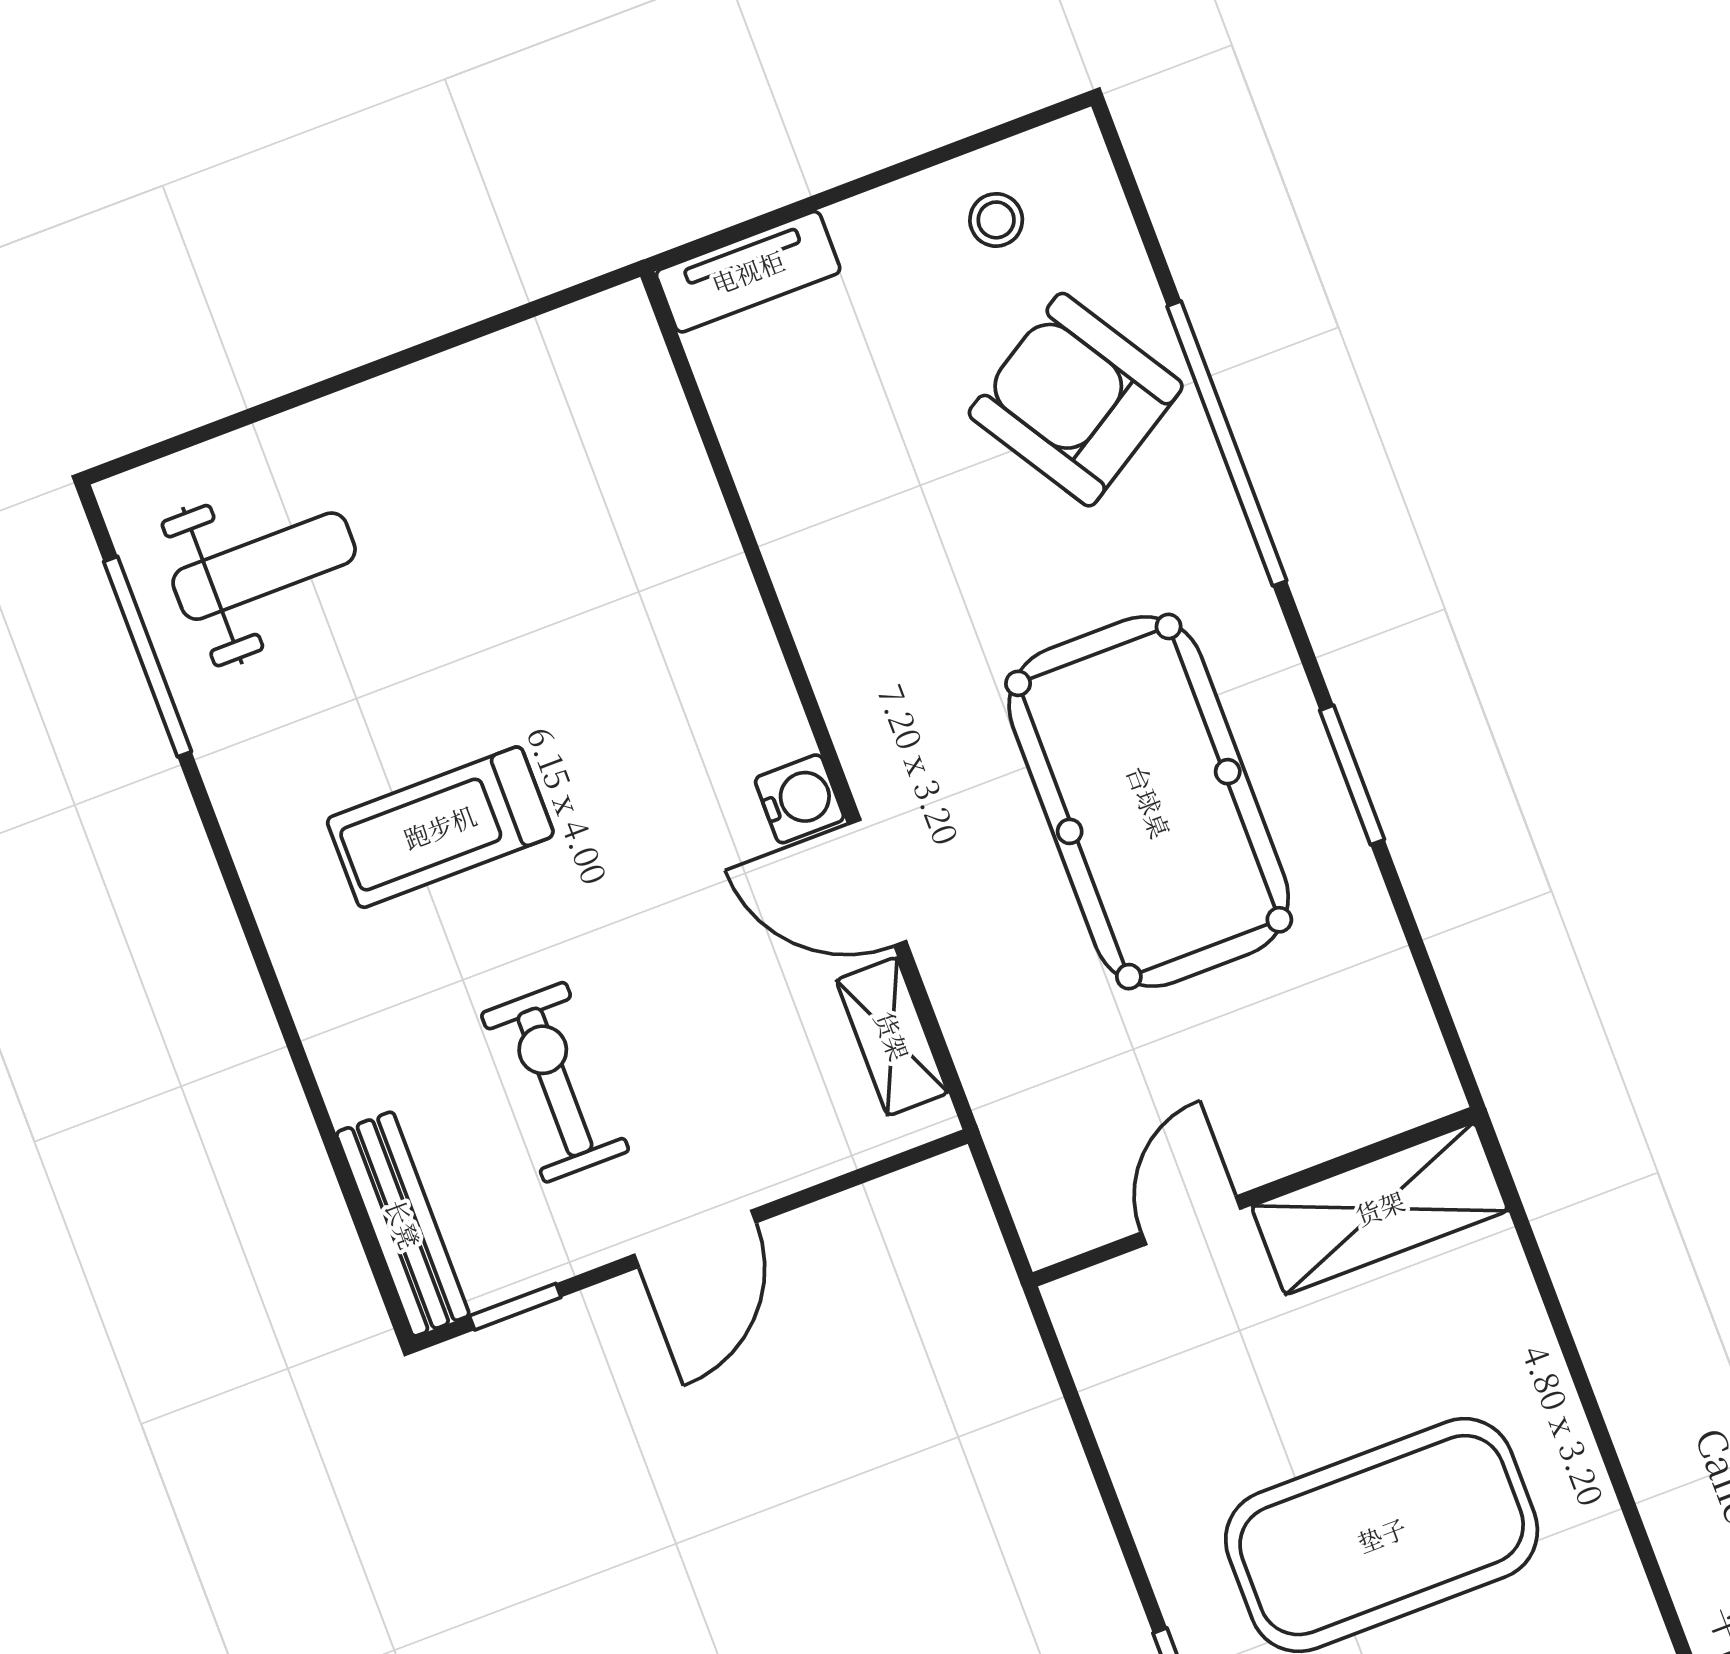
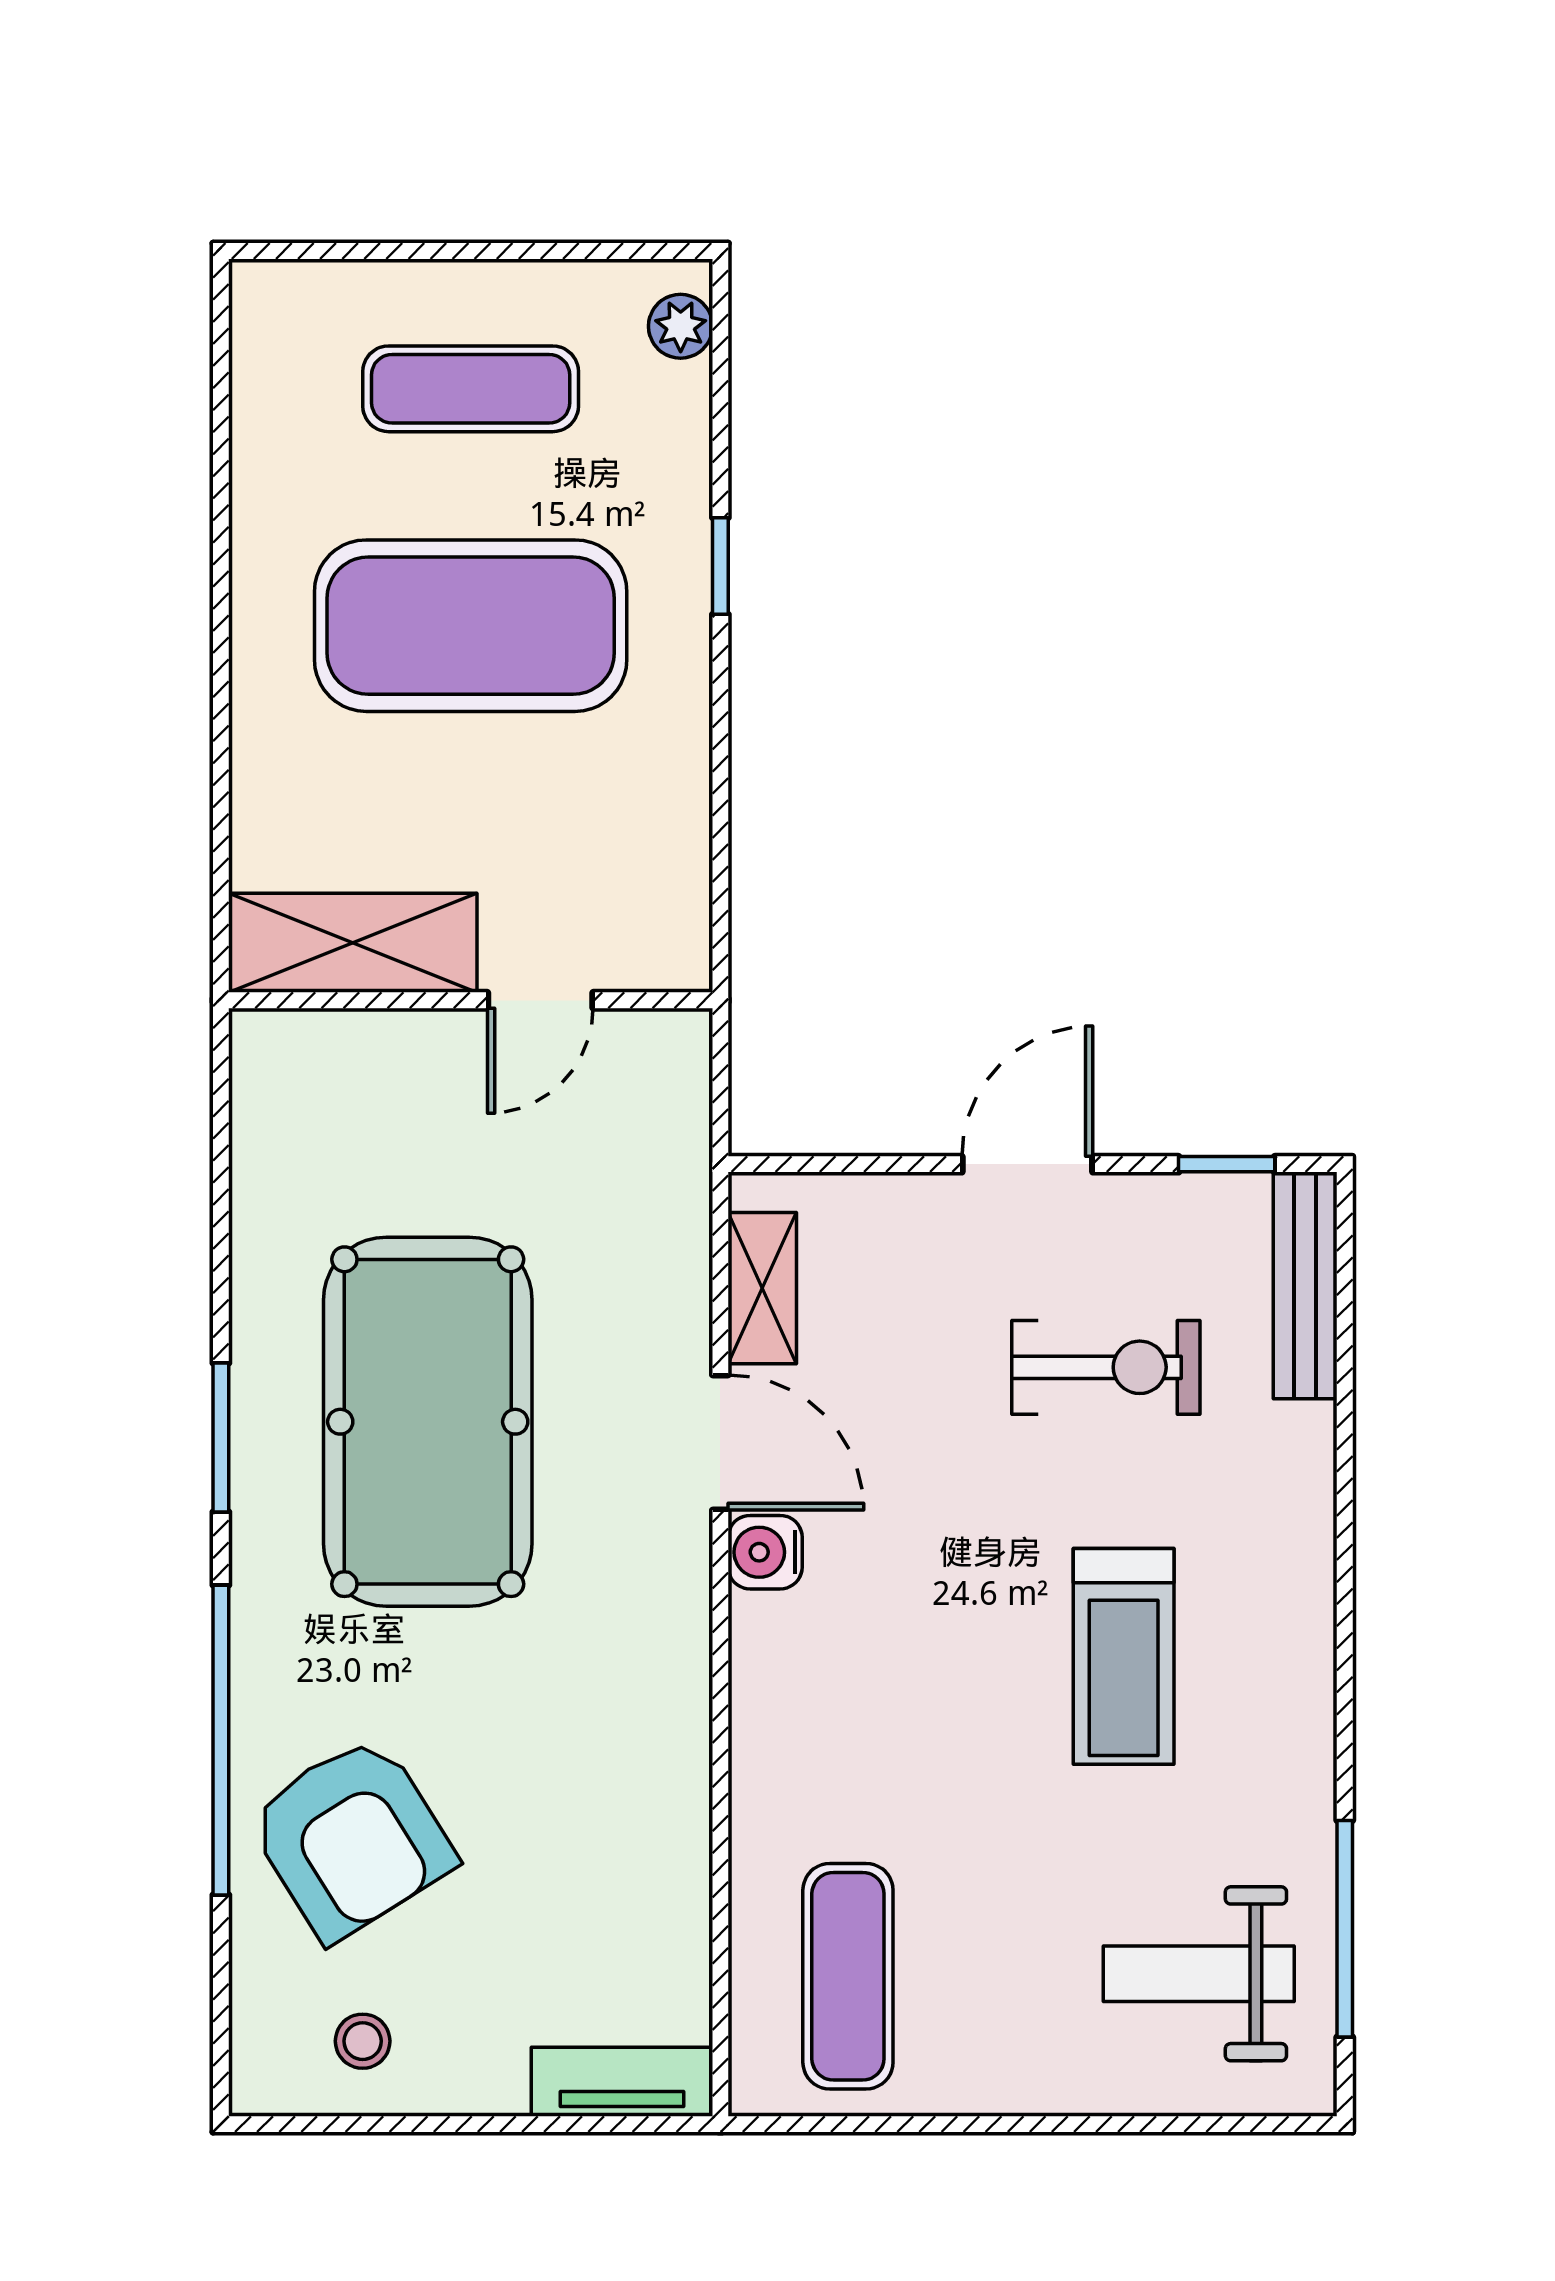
exercise mat: (580, 444) -> (848, 1976), added
window: (1352, 775) -> (221, 1438), moved
treadmill: (440, 827) -> (1124, 1656), turned 90
exercise bike: (555, 1082) -> (1106, 1367), turned -90

